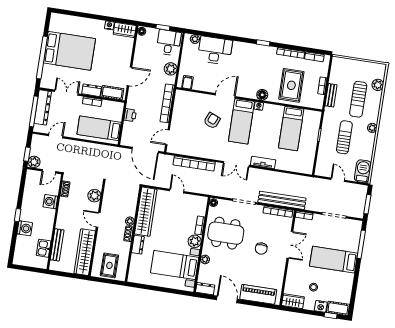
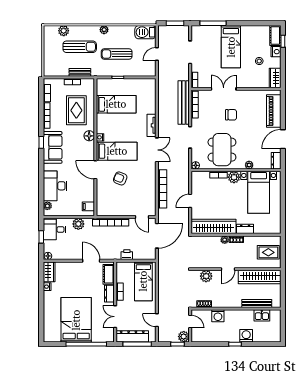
sofa: (256, 54) -> (53, 147), added
rug: (291, 85) -> (76, 110), turned 90

